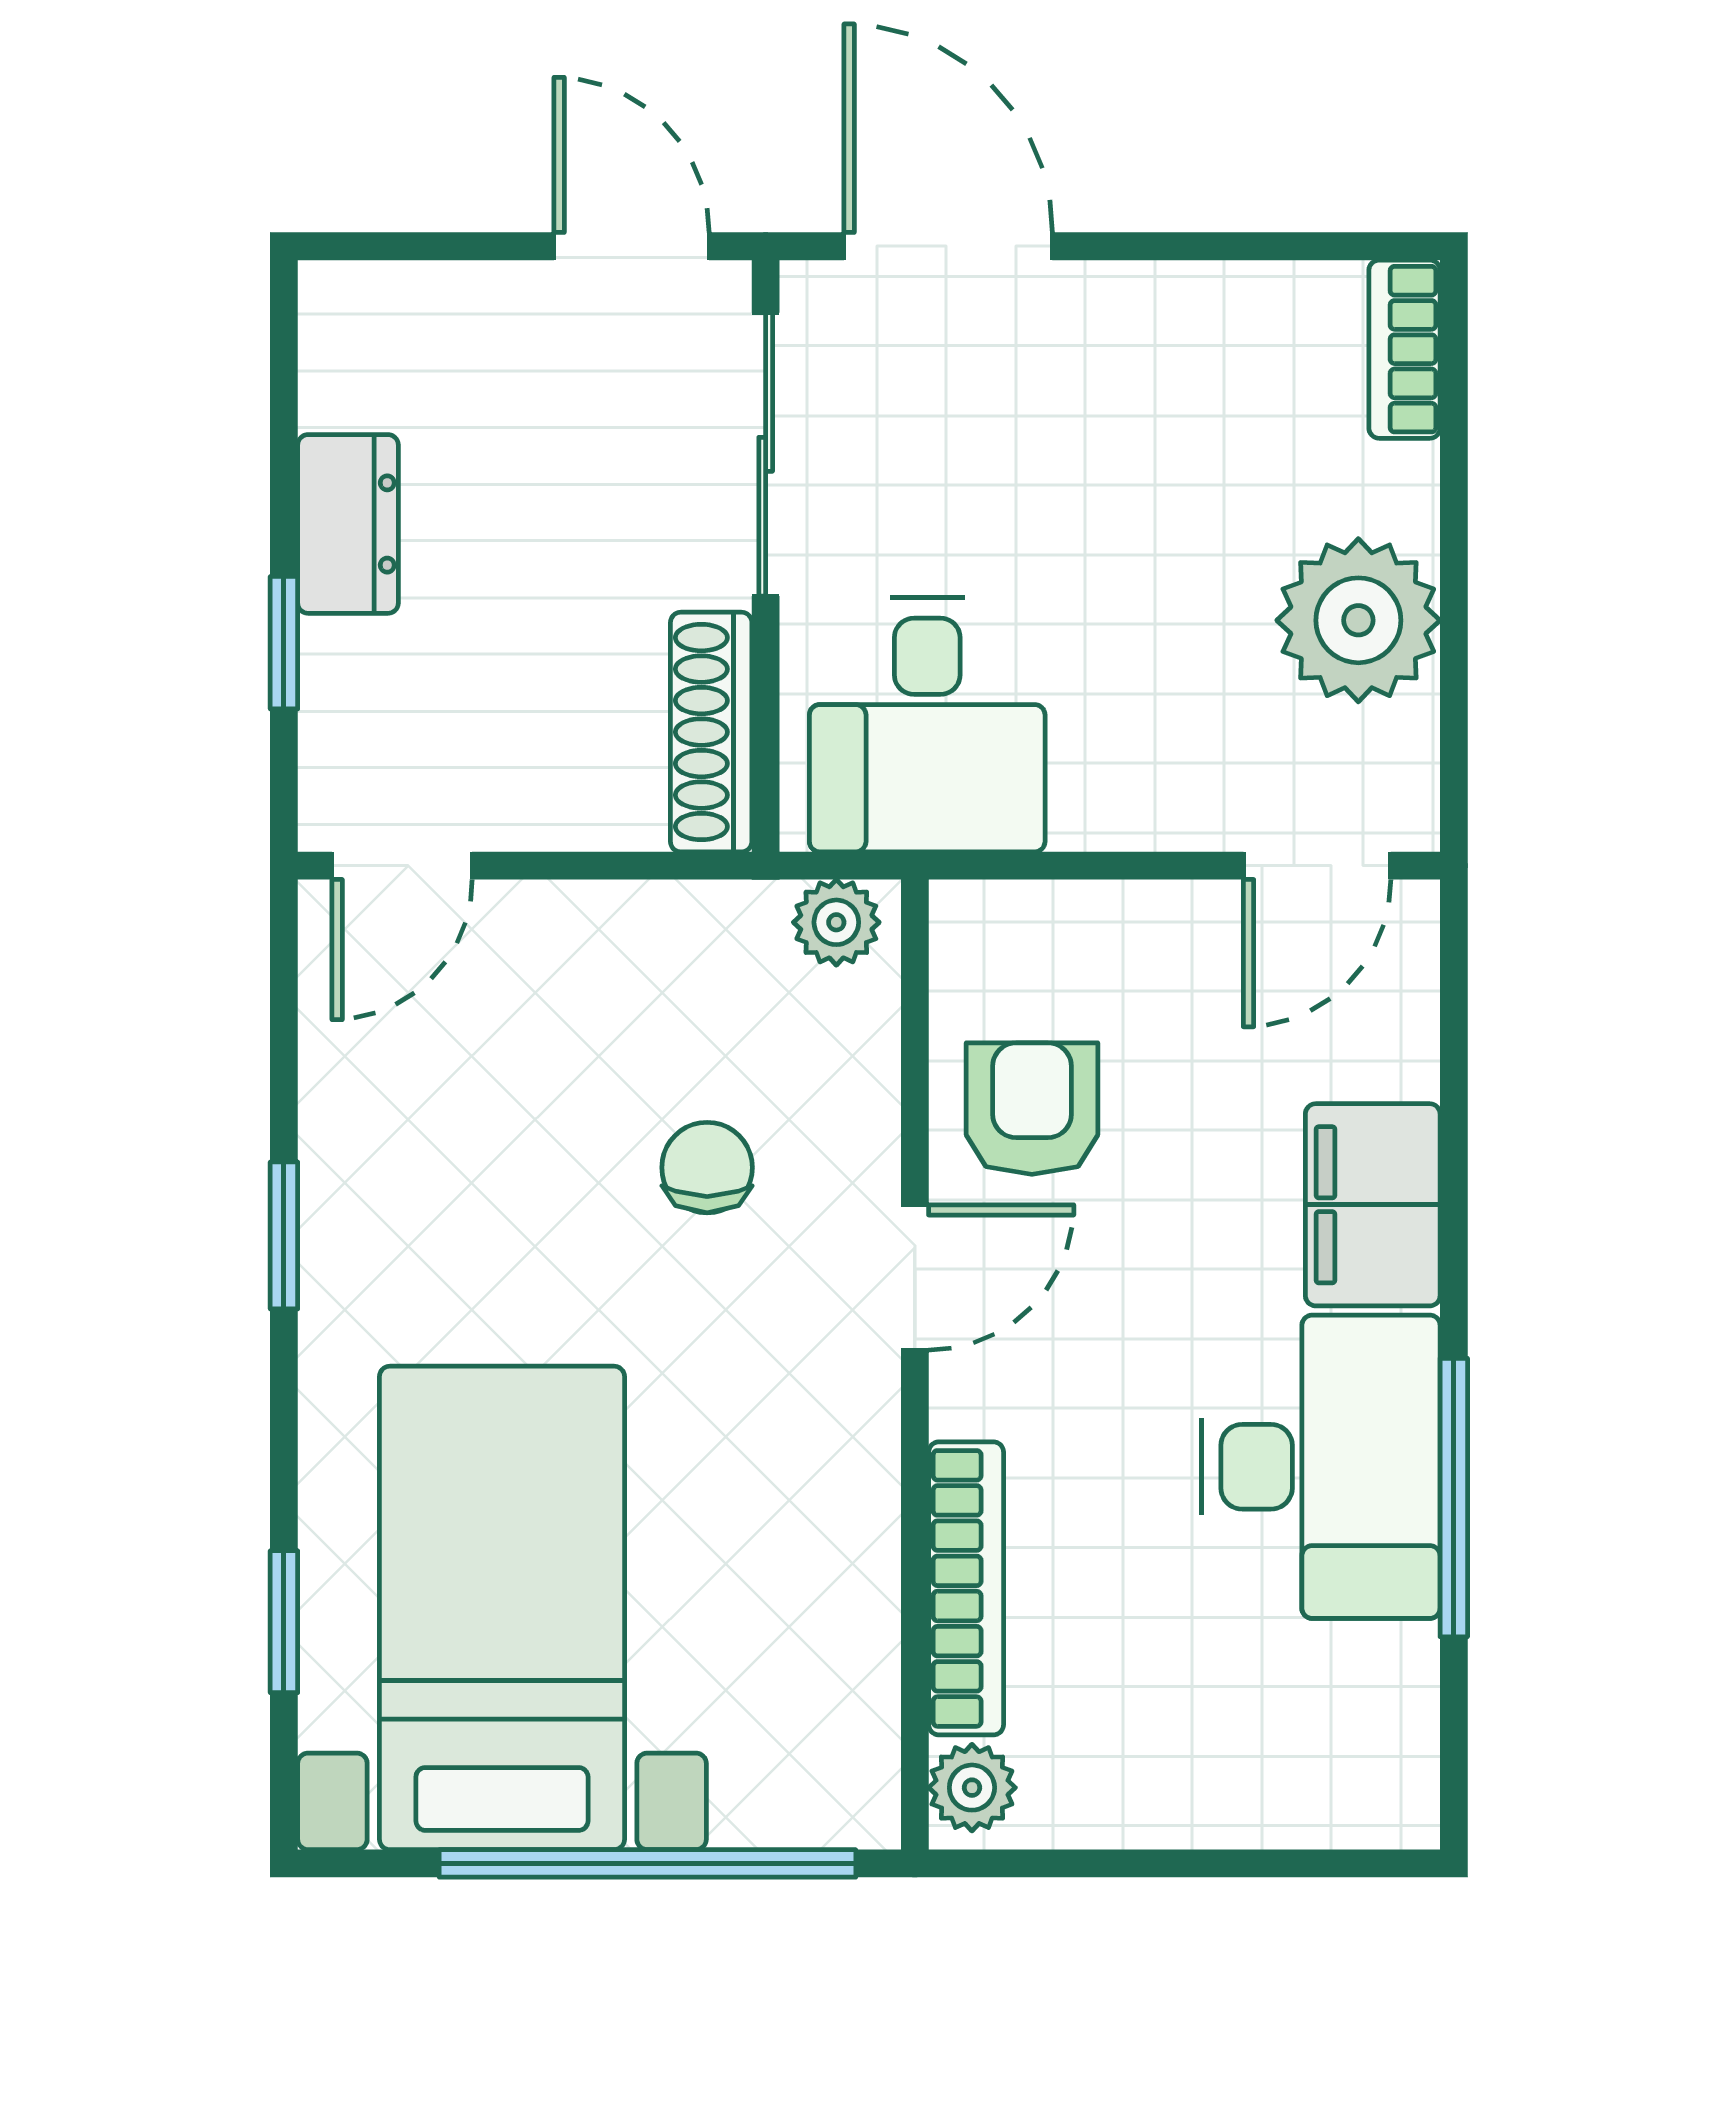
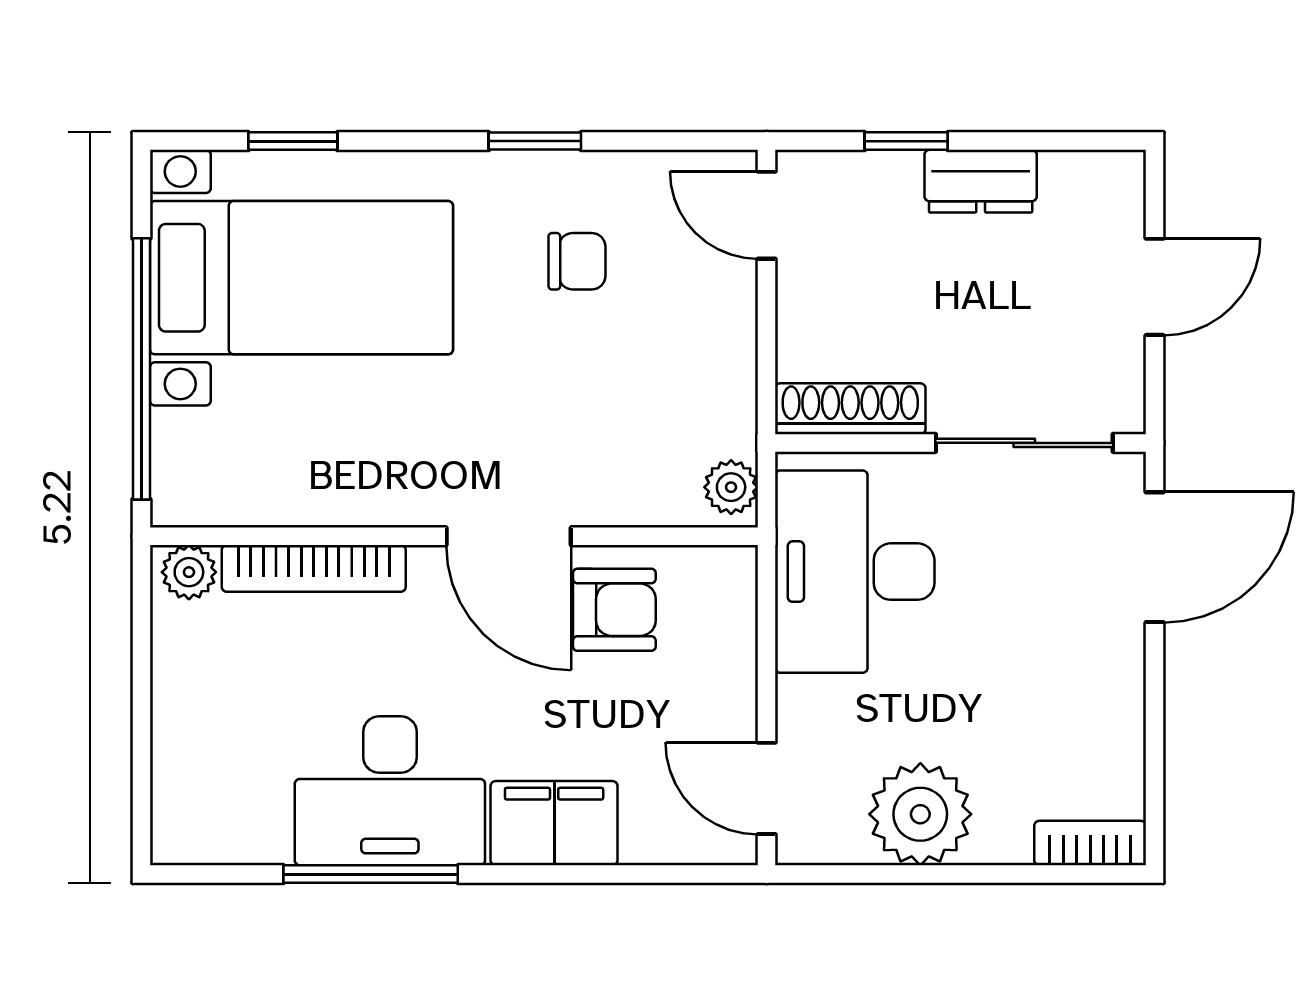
door: (632, 246) -> (1155, 287), moved
desk: (927, 725) -> (855, 572), width x1.37
chair: (707, 1168) -> (577, 261), moved
door: (915, 1277) -> (509, 536), width x1.38

